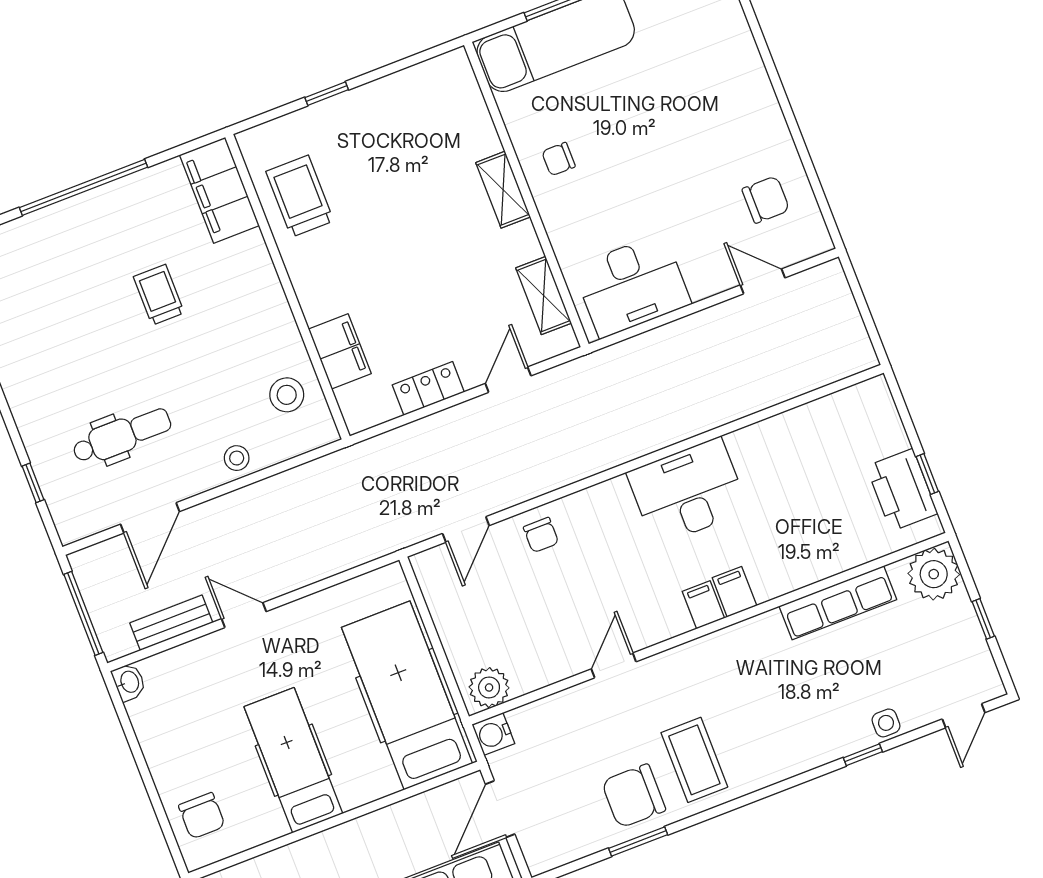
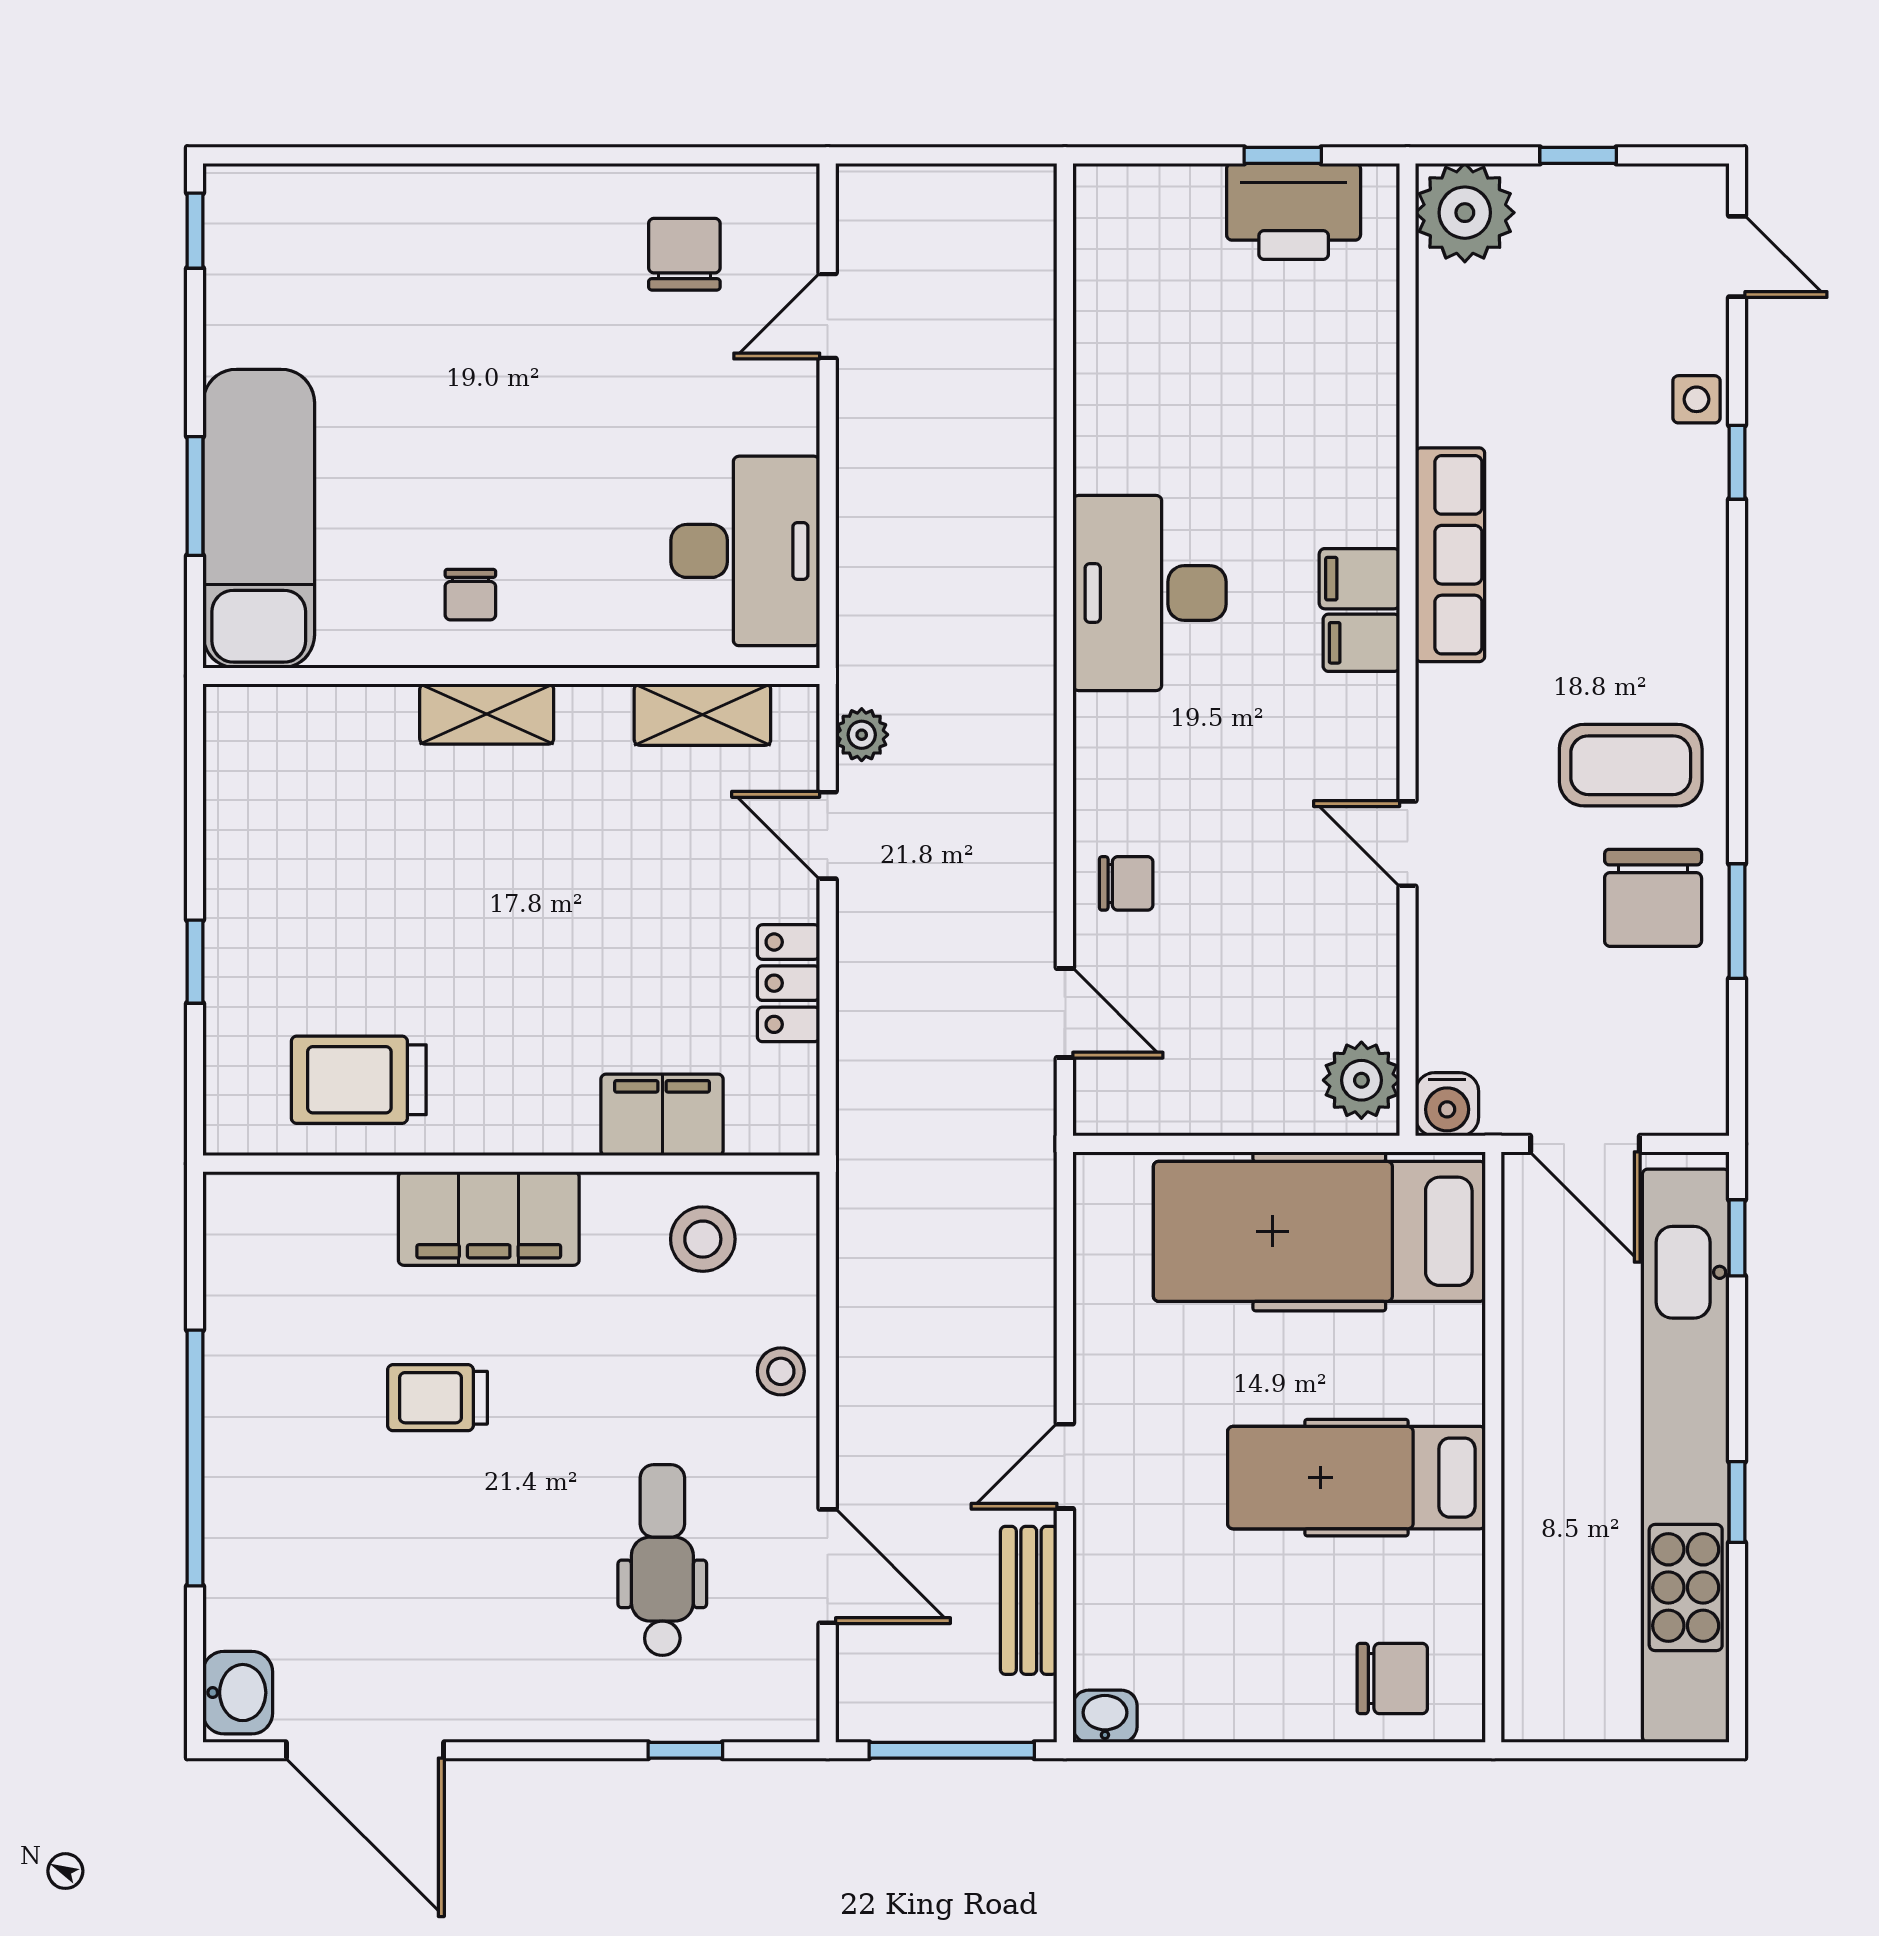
filing cabinet: (219, 190) -> (489, 1218), moved
plant: (564, 377) -> (862, 735), added
row of seats: (838, 603) -> (1450, 555), moved

